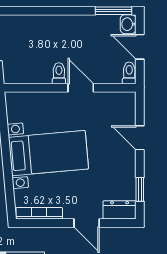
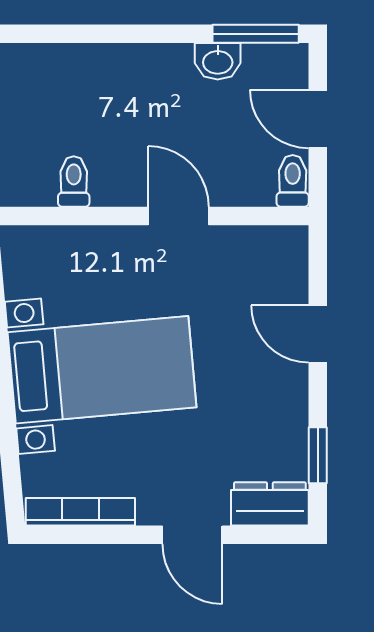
washbasin: (128, 24) -> (218, 61), moved, turned -90
toilet: (59, 73) -> (74, 182), moved

